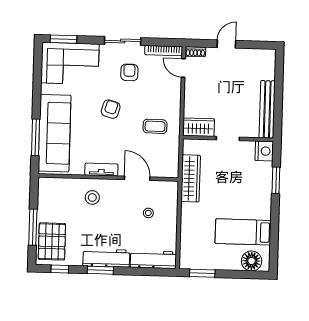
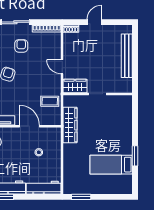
door: (183, 68) -> (62, 67), moved
bench: (267, 109) -> (127, 56), moved
coffee table: (155, 126) -> (50, 101), moved
nightstand: (264, 151) -> (125, 103), removed
window: (276, 180) -> (135, 156), moved
floor lamp: (252, 261) -> (118, 186), removed

